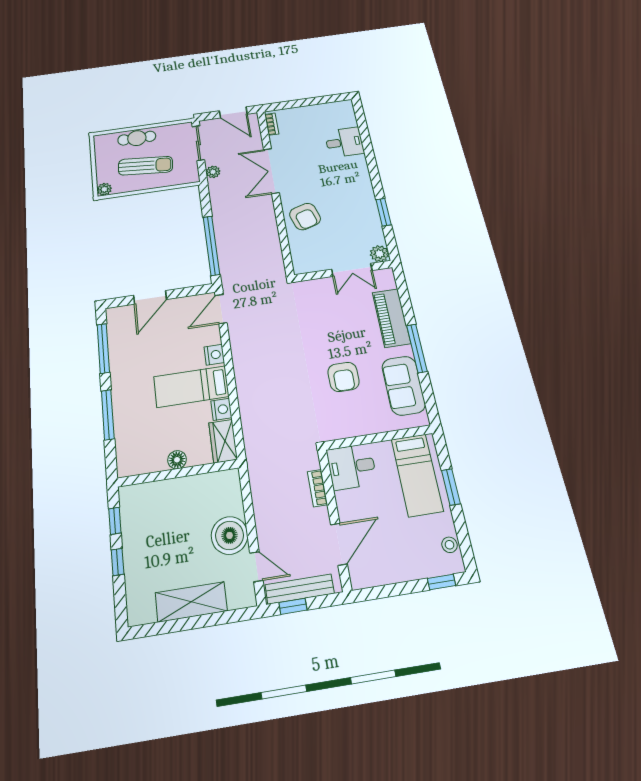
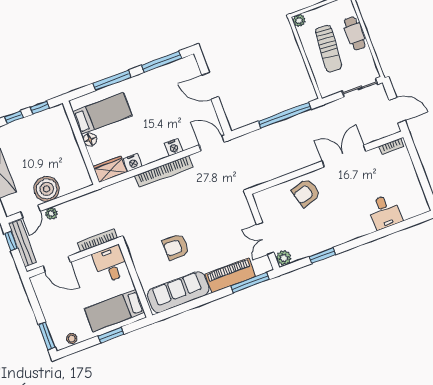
door: (233, 112) -> (397, 110), swing flipped
plant: (213, 172) -> (51, 213), moved
window: (211, 245) -> (285, 115), moved
window: (417, 348) -> (250, 283), moved
bookcase: (242, 373) -> (164, 172), added
sofa: (404, 386) -> (178, 292), width x1.36
bed: (191, 387) -> (102, 114), moved, turned 90
bookcase: (317, 488) -> (97, 240), width x1.56
window: (441, 582) -> (47, 336), width x1.50

